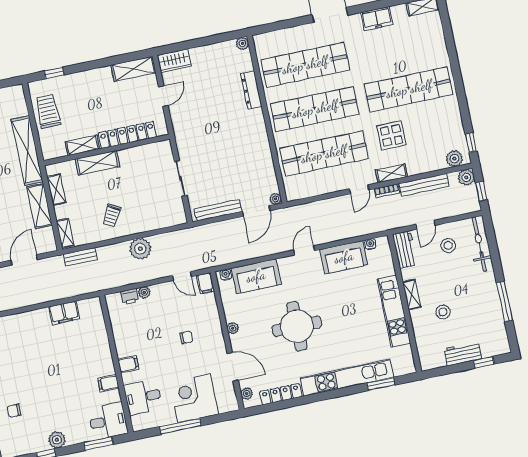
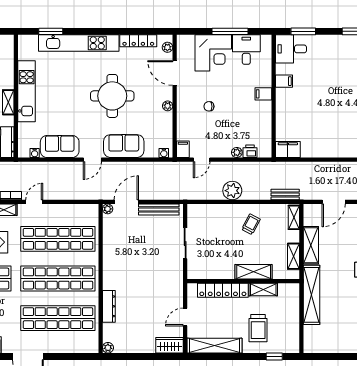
shelving: (133, 69) -> (214, 346), width x1.47
trolley: (48, 111) -> (258, 328), moved
door: (182, 276) -> (202, 160), swing flipped
sofa: (256, 276) -> (124, 146), moved
filing cabinet: (64, 313) -> (288, 149), moved
desk: (143, 397) -> (246, 50), moved, turned -90
plant: (57, 440) -> (338, 42), removed

